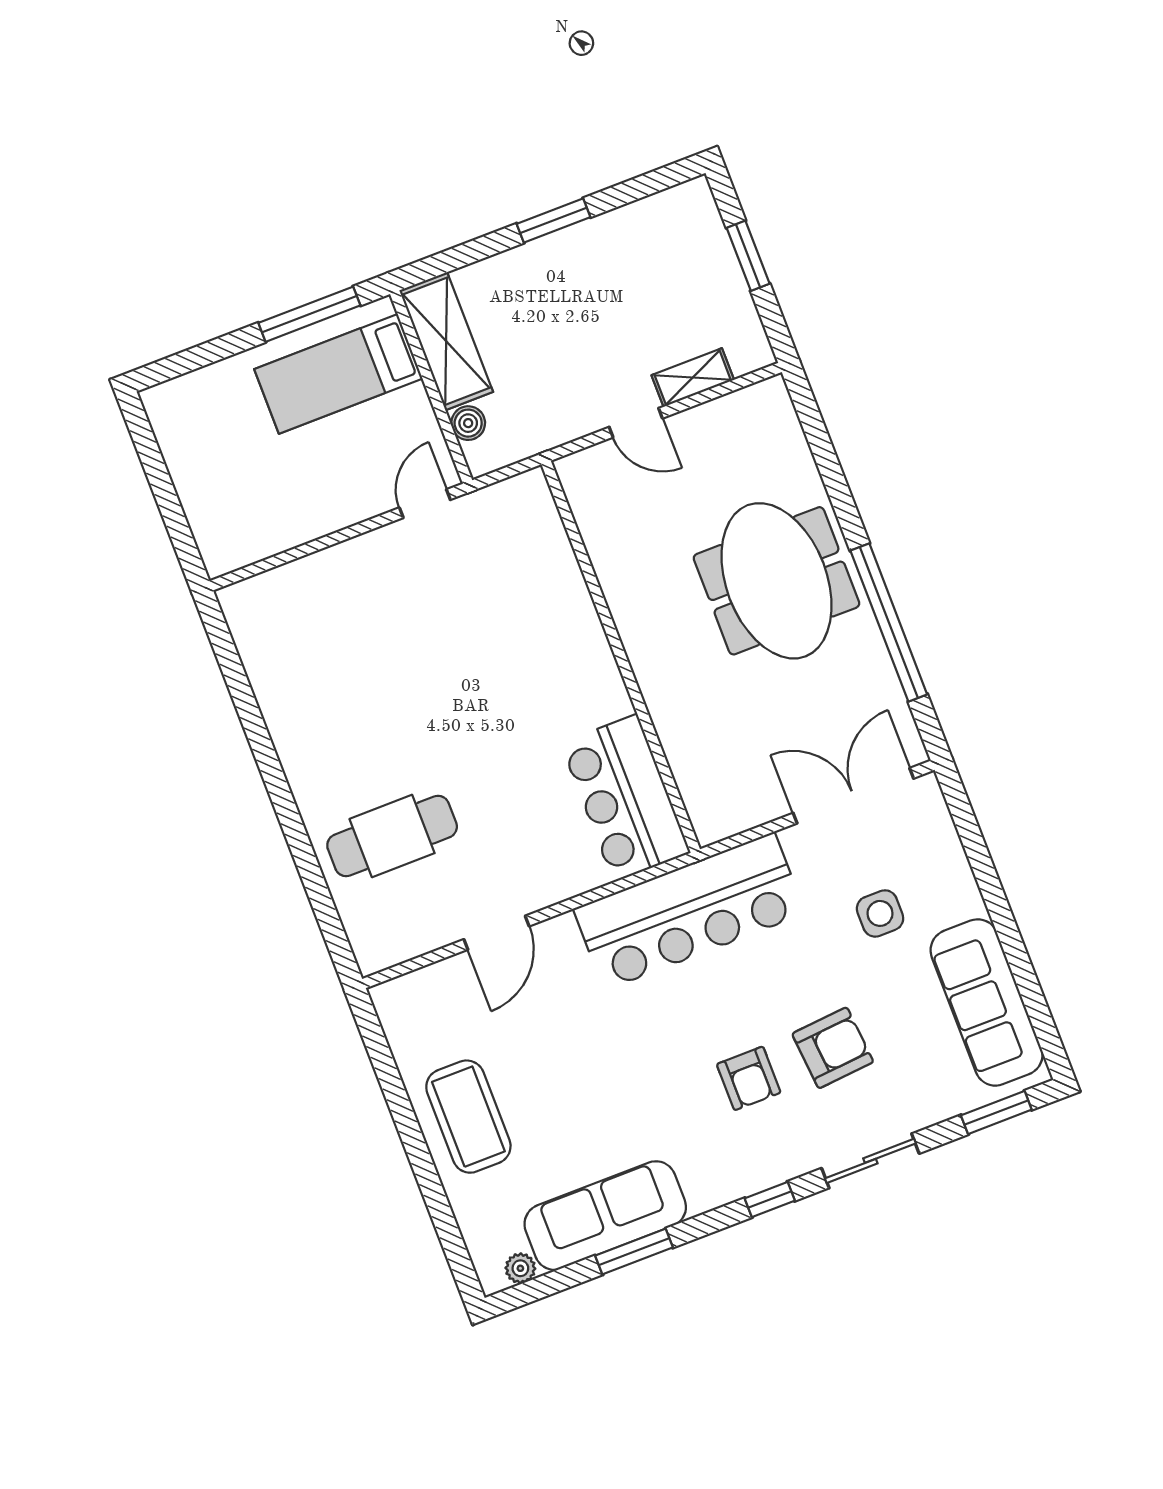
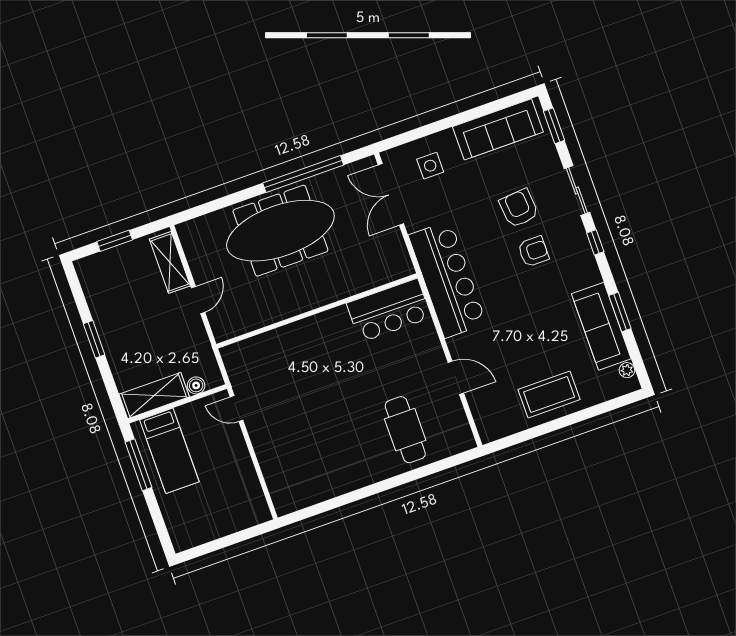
shelving: (693, 378) -> (170, 262), width x1.50, depth x1.33
meeting table: (777, 581) -> (280, 231), width x1.36
side table: (880, 913) -> (430, 166), moved

